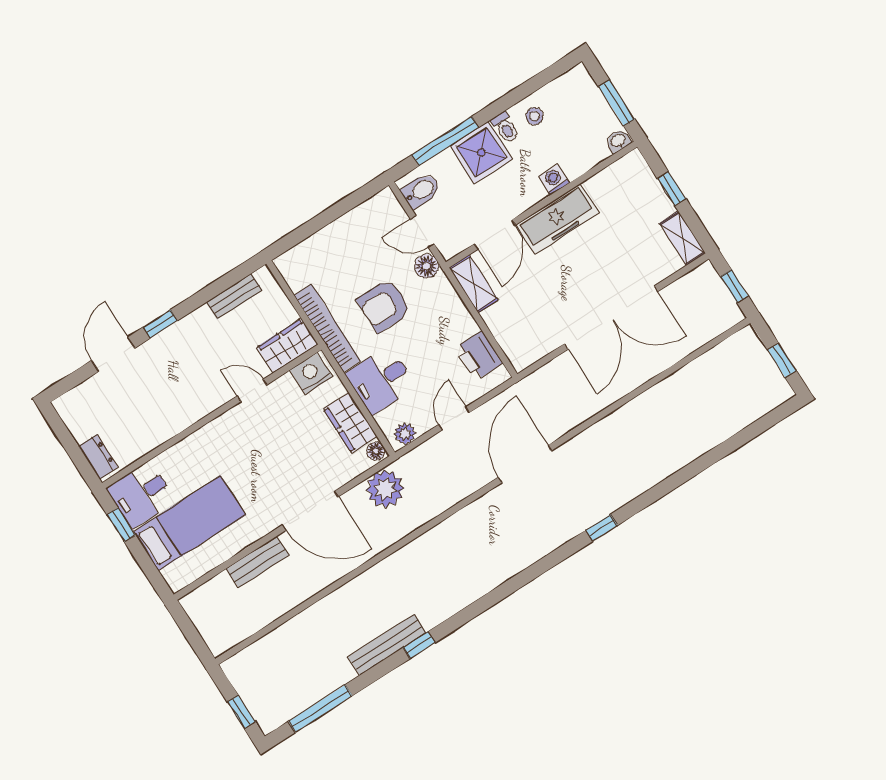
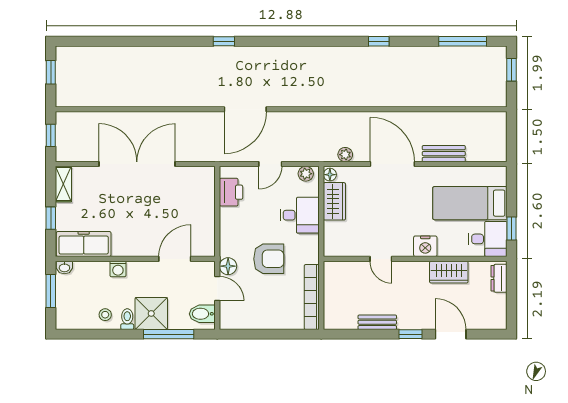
freezer: (558, 219) -> (84, 244), moved
shelving: (474, 284) -> (206, 237), removed
bench: (234, 296) -> (377, 322), moved
bookcase: (327, 328) -> (312, 297), moved
wardrobe: (287, 346) -> (449, 272), moved
door: (113, 354) -> (451, 334), swing flipped
nightstand: (311, 373) -> (425, 246), moved
plant: (385, 489) -> (345, 155), width x0.53, depth x0.53
bench: (387, 645) -> (398, 54), removed

